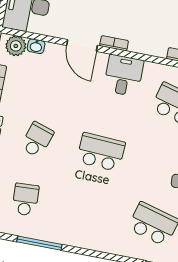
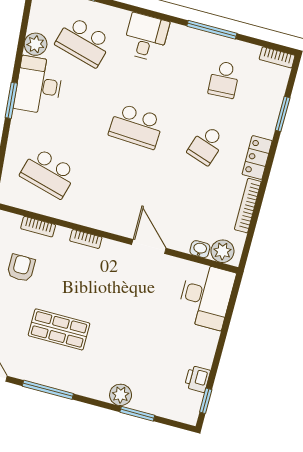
bookcase: (114, 43) -> (86, 239), moved
desk: (124, 75) -> (146, 37), moved, turned 180

